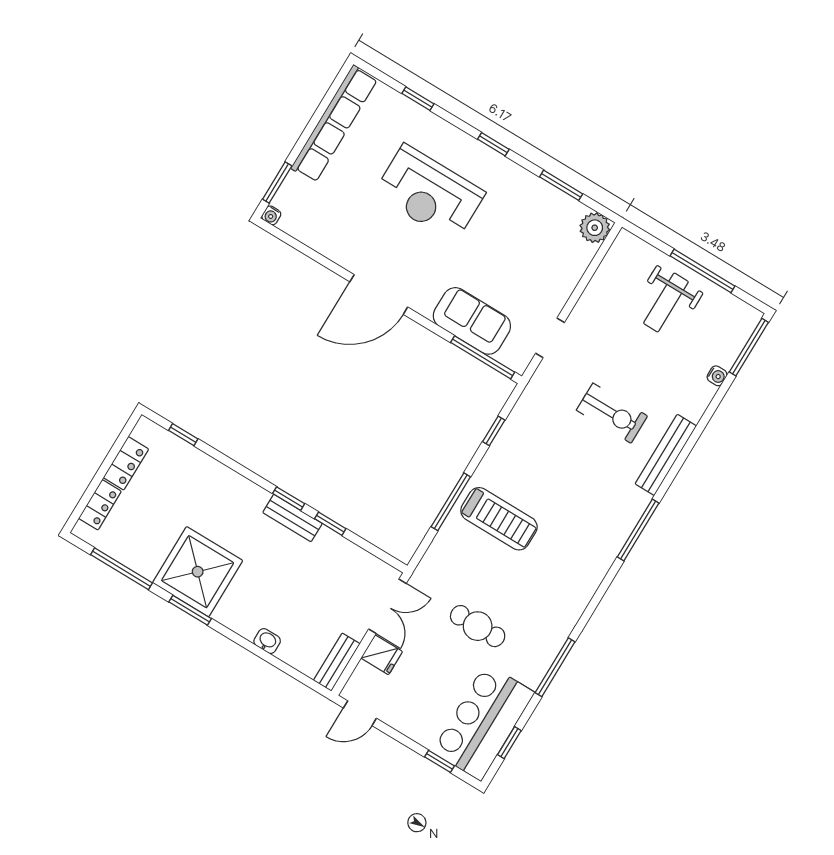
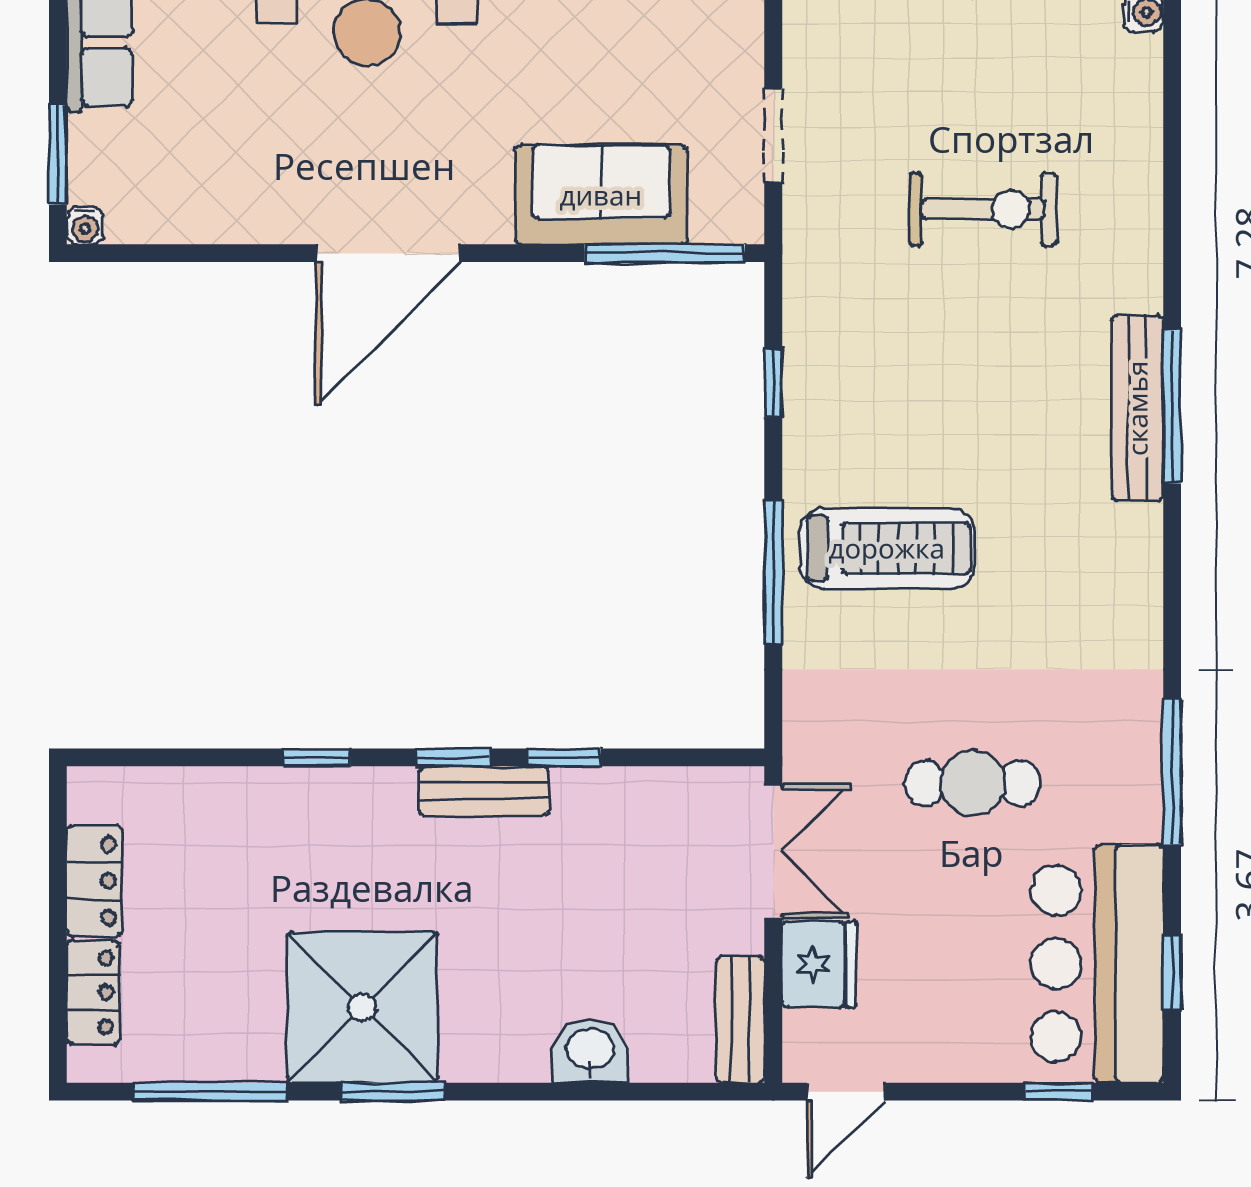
window: (183, 435) -> (316, 757), moved
bench: (666, 455) -> (1137, 408), moved
washbasin: (267, 641) -> (590, 1051), width x1.38, depth x1.45
fridge: (382, 655) -> (819, 964), width x1.38

